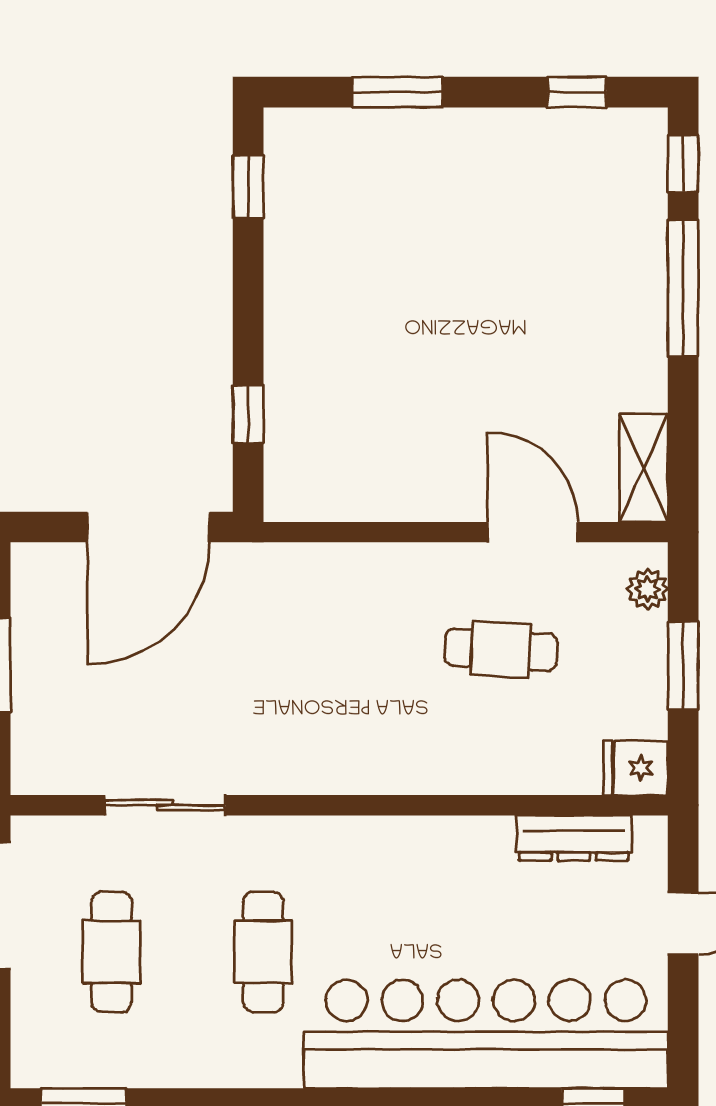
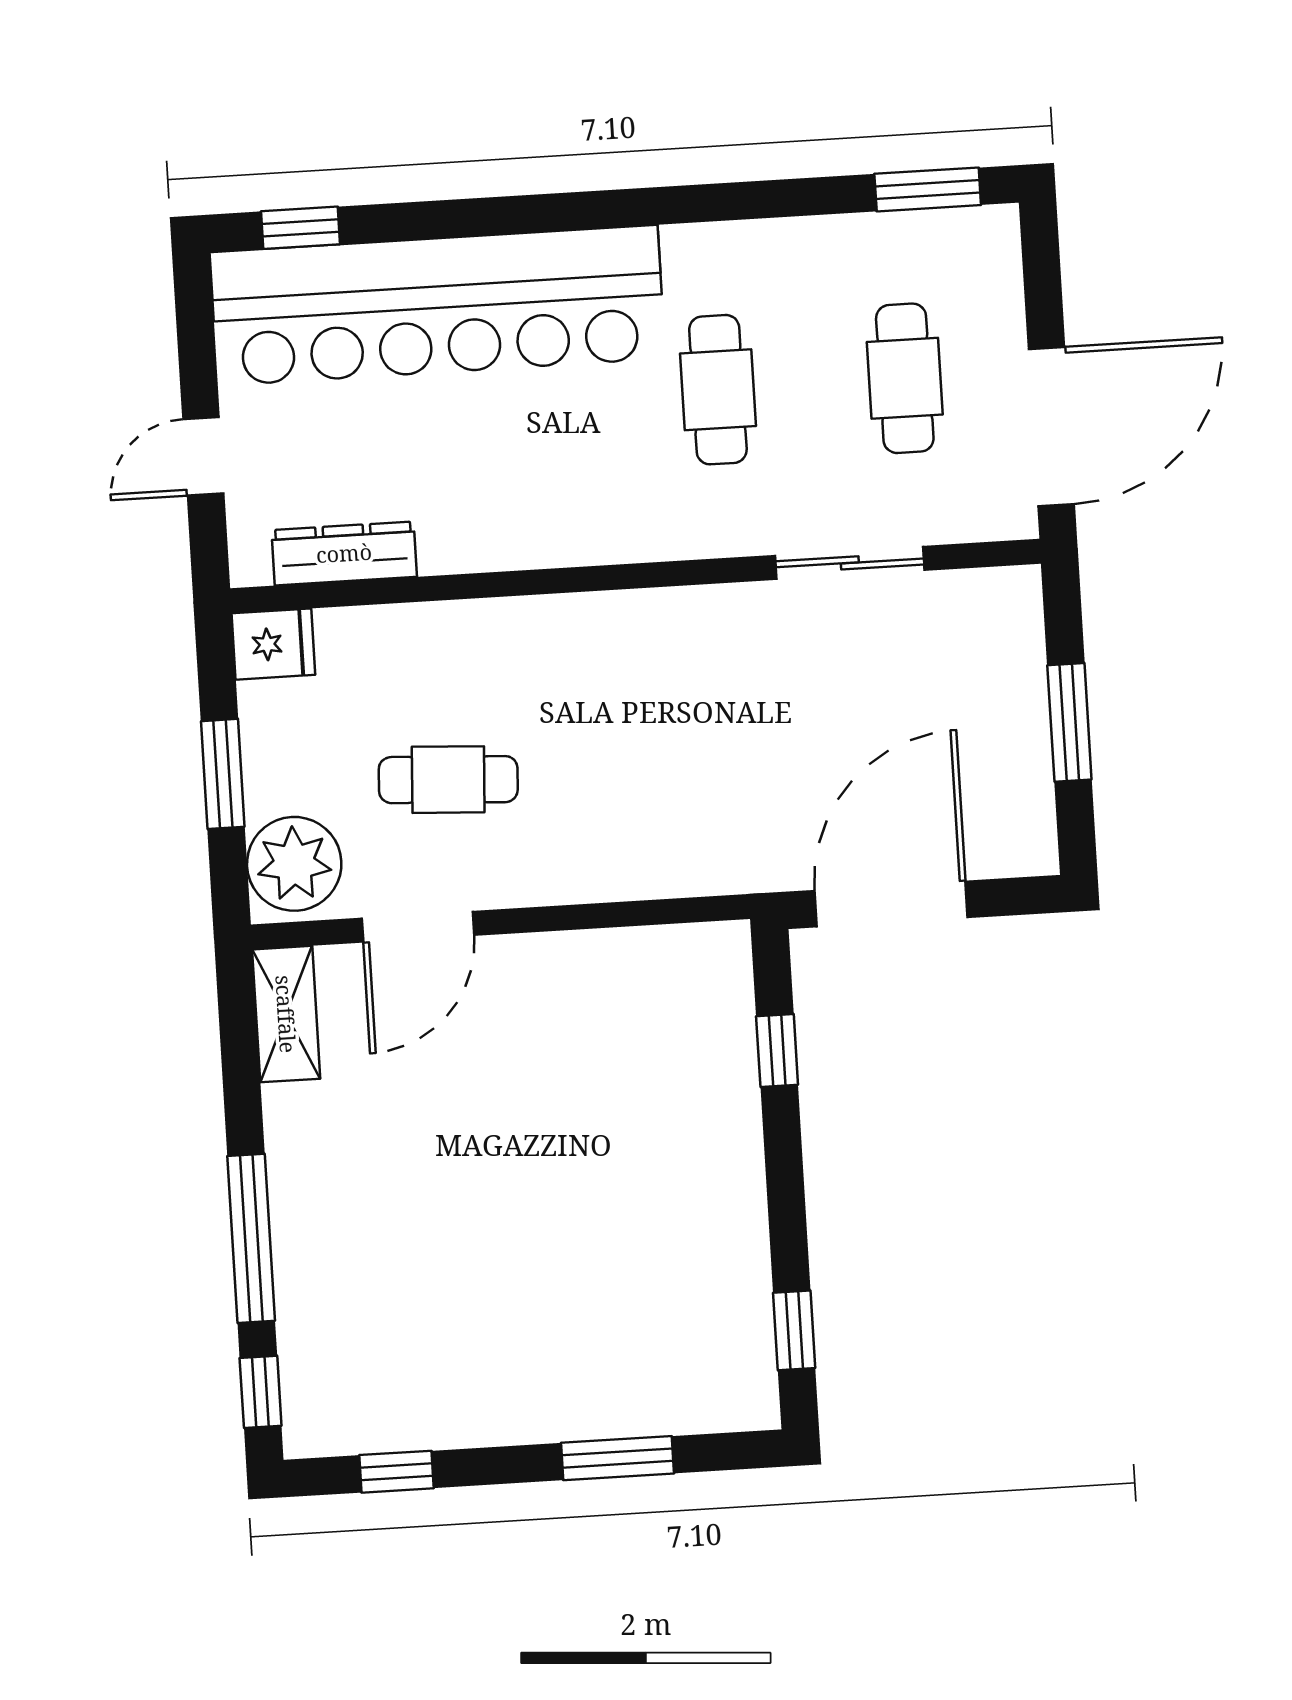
door: (533, 532) -> (418, 927), hinge flipped
plant: (648, 589) -> (294, 864), width x1.87, depth x1.87

